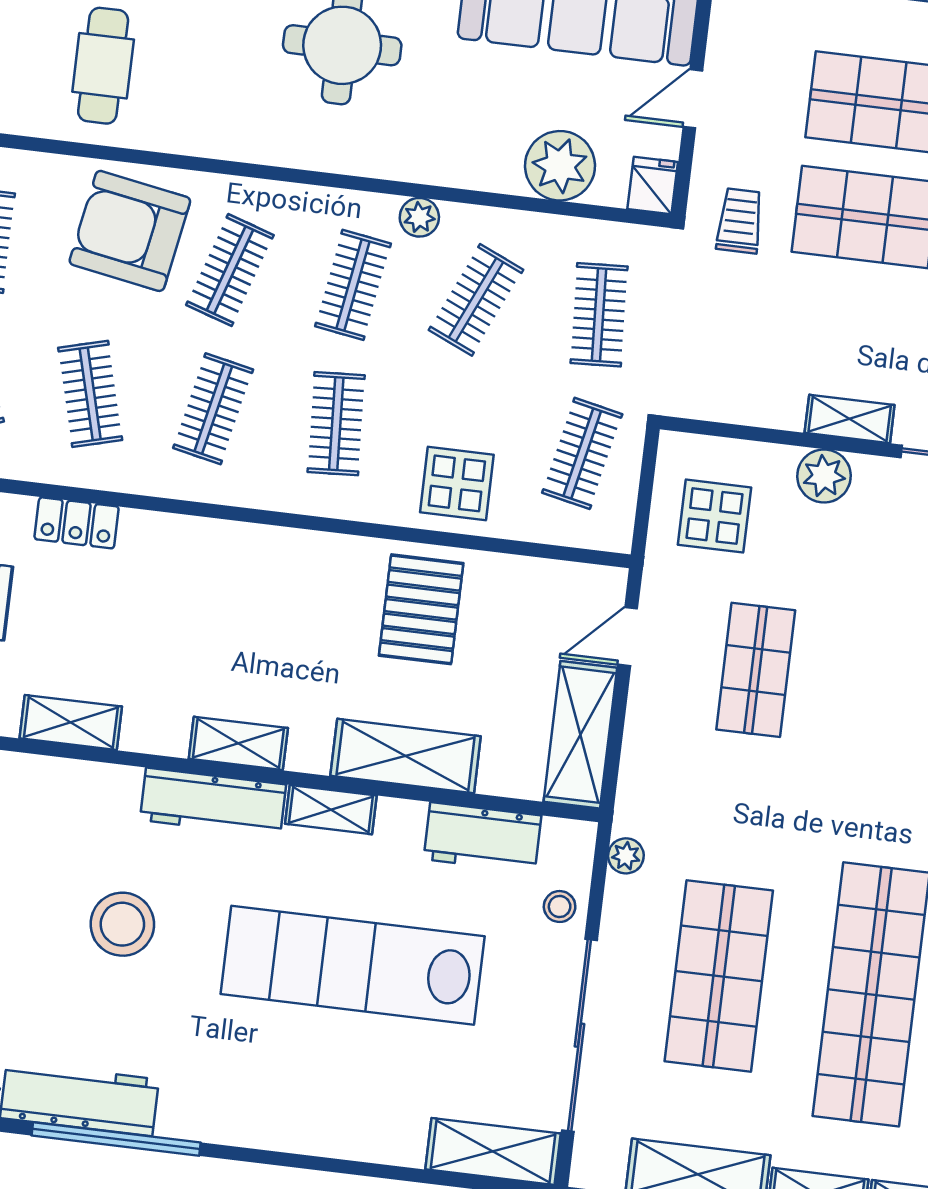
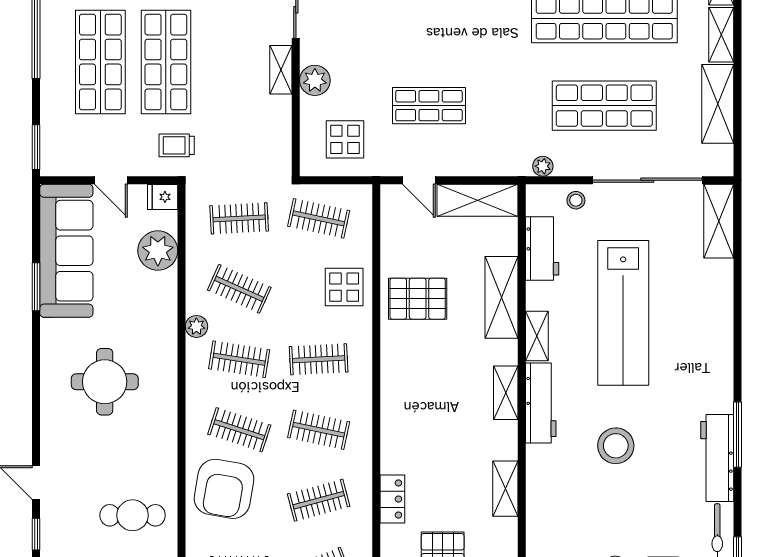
window: (116, 1139) -> (737, 435), width x0.68

